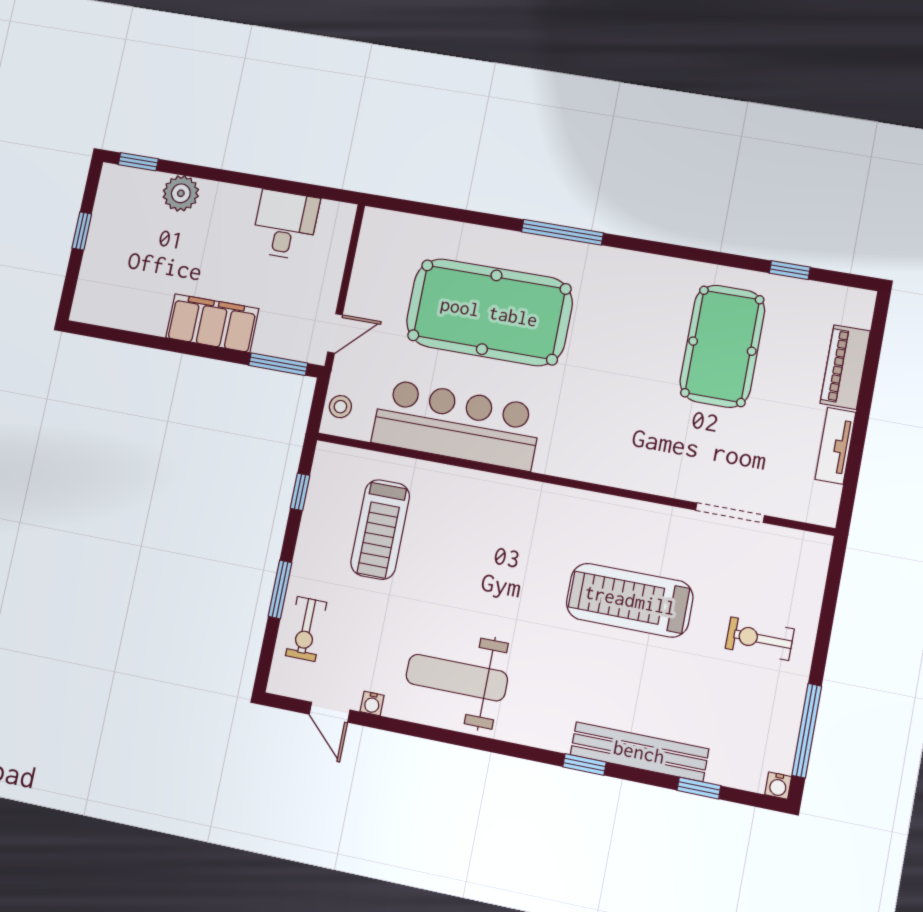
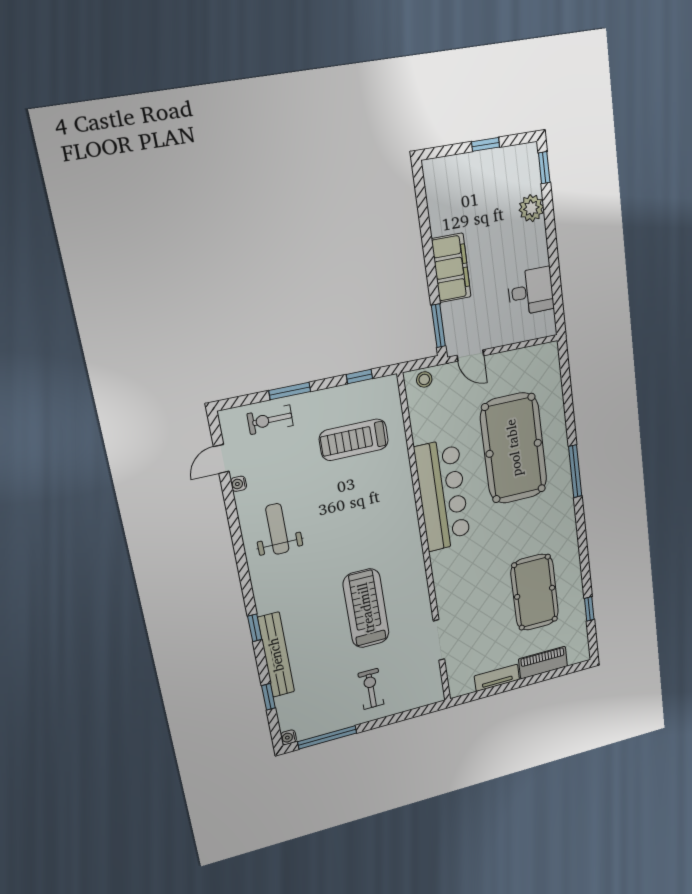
pool table: (722, 346) -> (535, 592), turned 90
bar counter: (457, 425) -> (443, 495), moved
weight bench: (457, 678) -> (277, 529), width x0.73, depth x0.75

